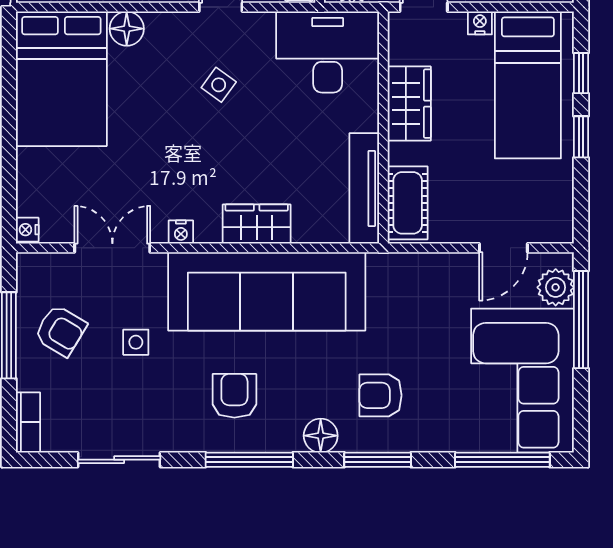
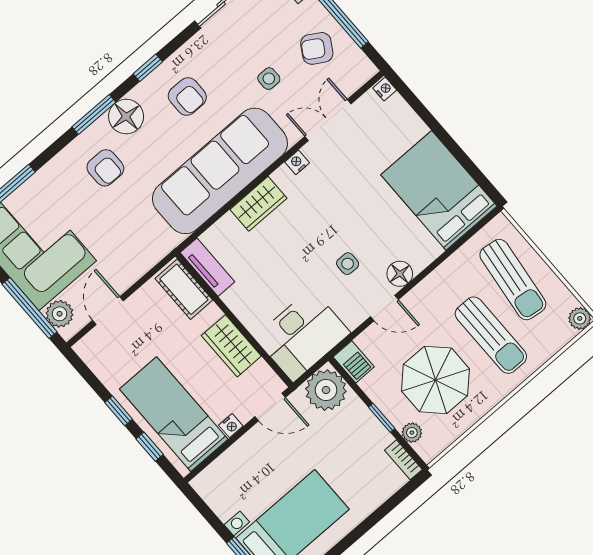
floor lamp: (127, 29) -> (400, 274), moved
side table: (219, 85) -> (348, 264), turned -36
tv unit: (364, 188) -> (207, 267), width x0.71
double door: (112, 248) -> (328, 120), swing flipped
armchair: (380, 395) -> (105, 168), turned 90
floor lamp: (321, 436) -> (126, 117), width x1.38, depth x1.38
window: (249, 460) -> (148, 68), width x0.46
window: (378, 460) -> (94, 114), moved

